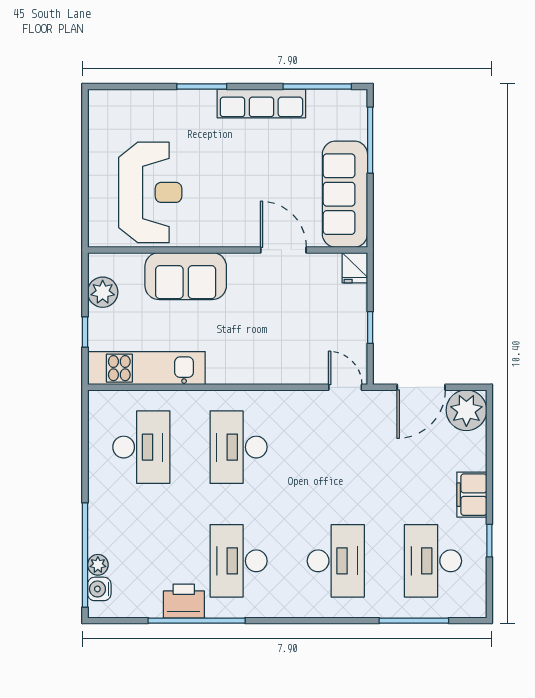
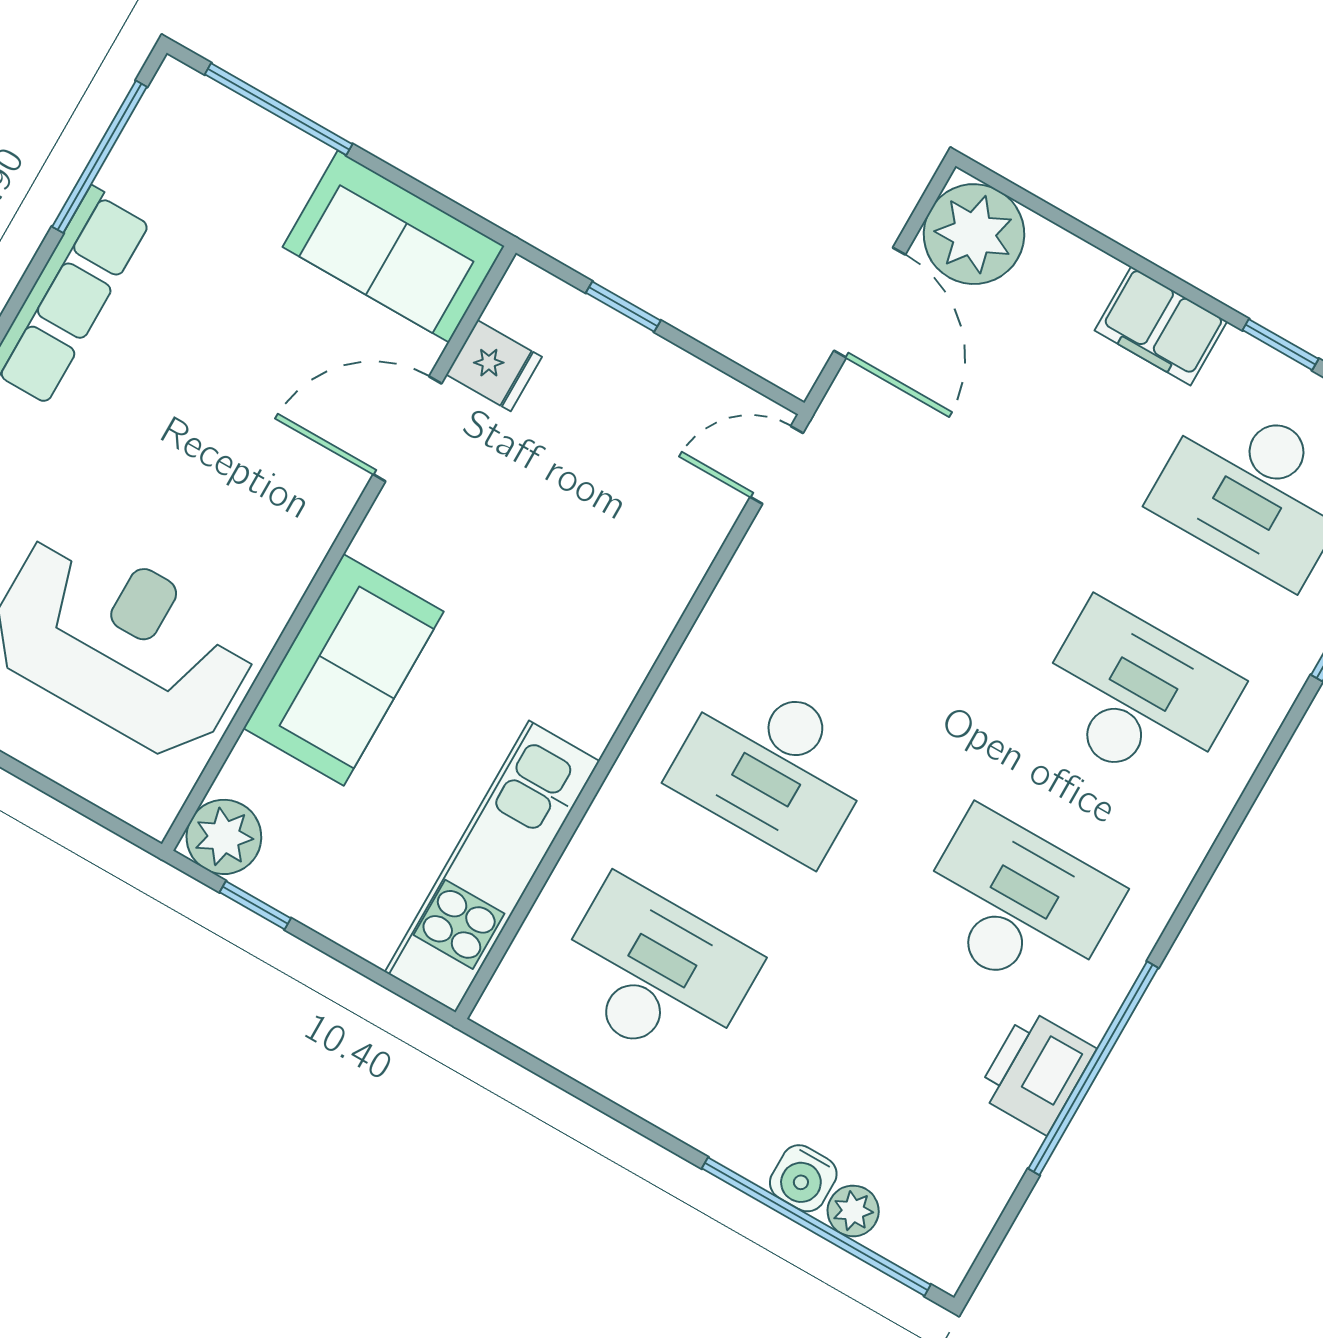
sofa: (345, 194) -> (393, 246), width x0.73
fridge: (355, 268) -> (494, 366), moved
plant: (103, 292) -> (224, 837), moved
window: (370, 328) -> (623, 307), moved
window: (85, 332) -> (255, 905), moved
desk: (239, 561) -> (1017, 905), turned 180
water cooler: (99, 589) -> (803, 1178), moved

